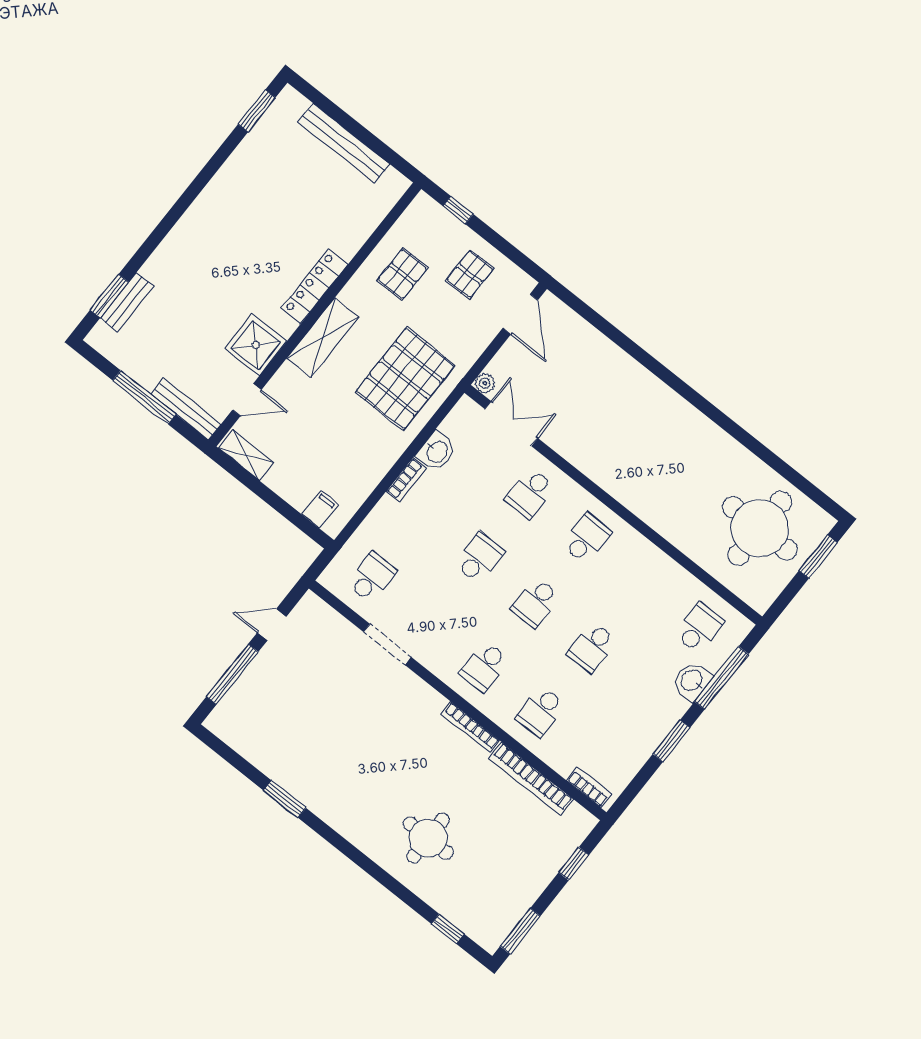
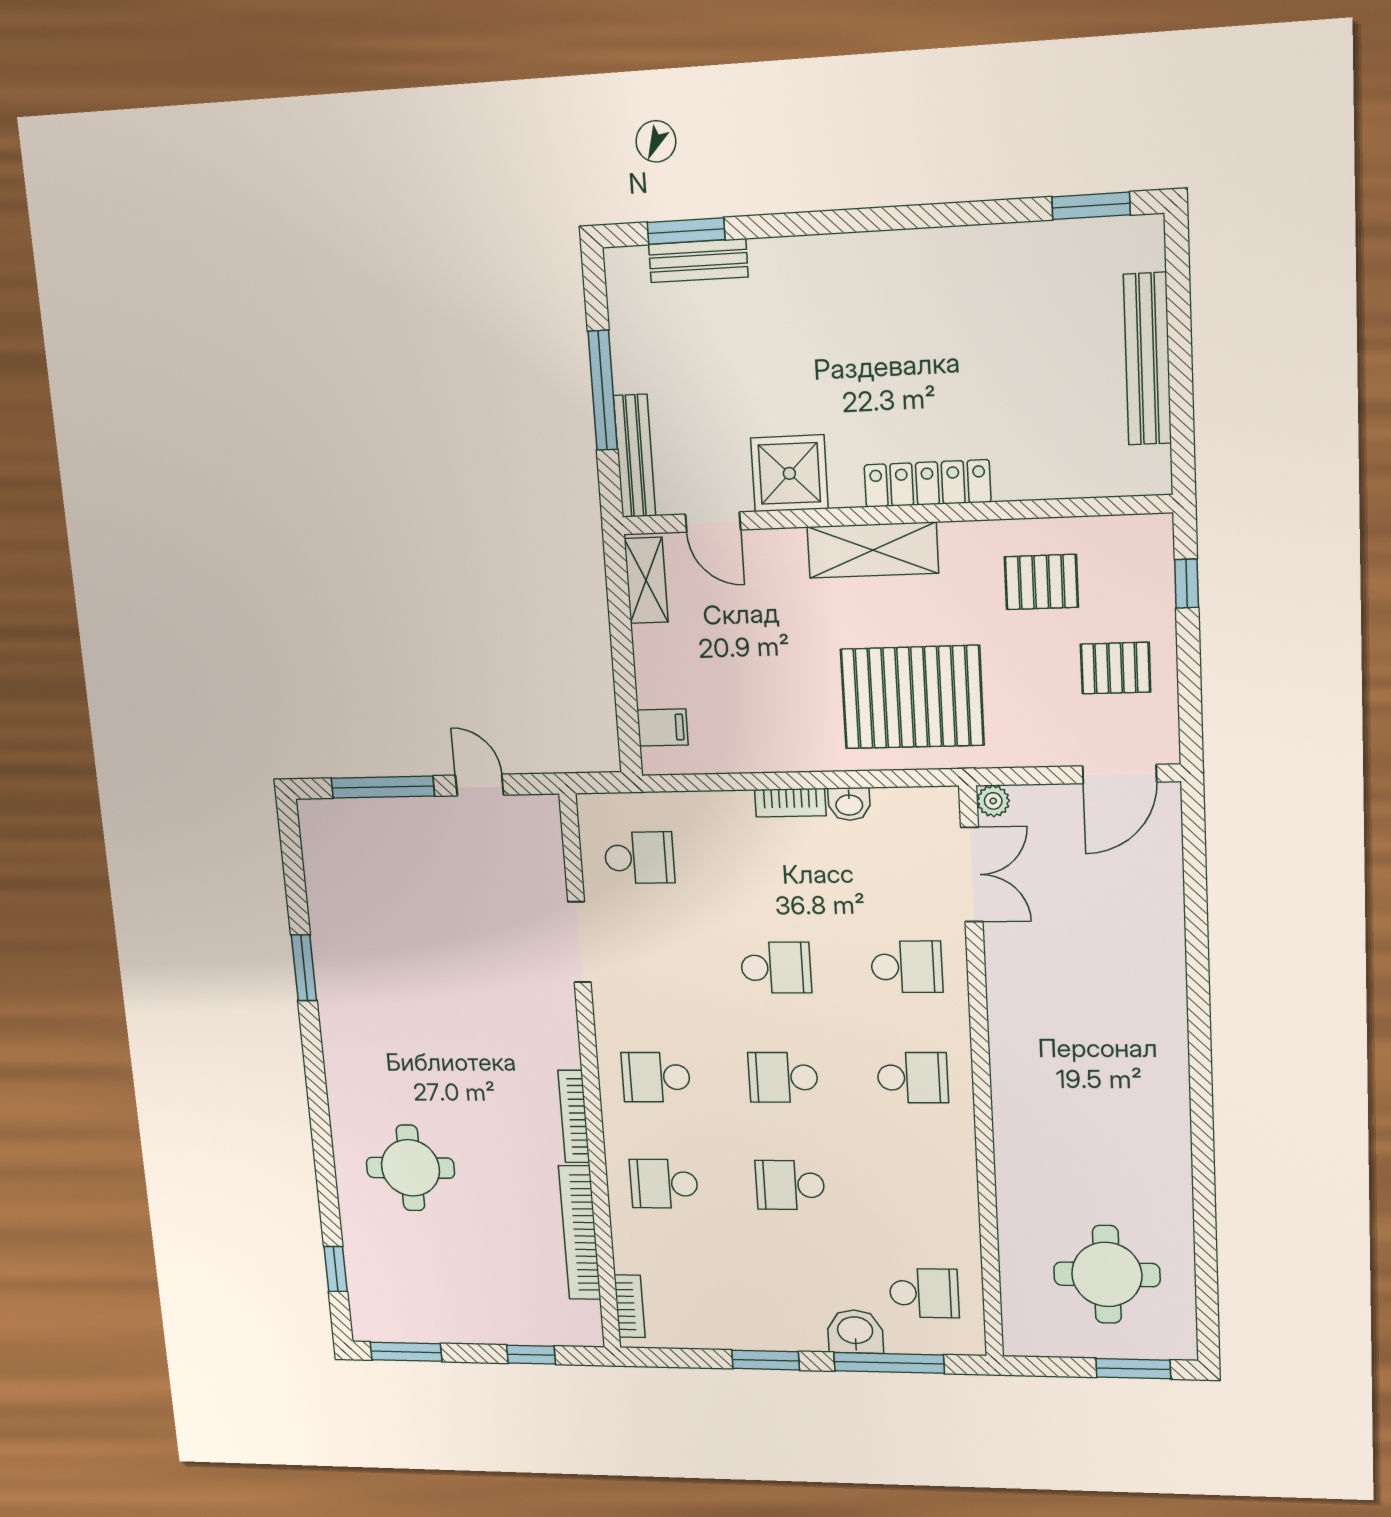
washbasin: (437, 451) -> (849, 804), width x0.72, depth x0.69
school desk: (530, 493) -> (907, 967), turned 180
round table: (760, 528) -> (1107, 1274), width x0.73, depth x0.73

